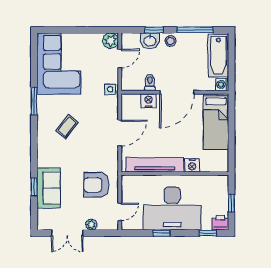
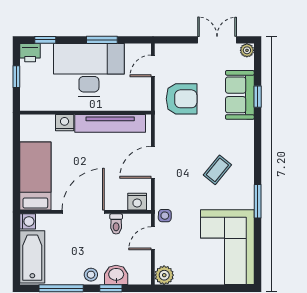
door: (120, 59) -> (153, 238), moved
nightstand: (148, 101) -> (137, 202), moved
plant: (91, 225) -> (247, 50), moved
window: (162, 233) -> (102, 40), width x1.50

